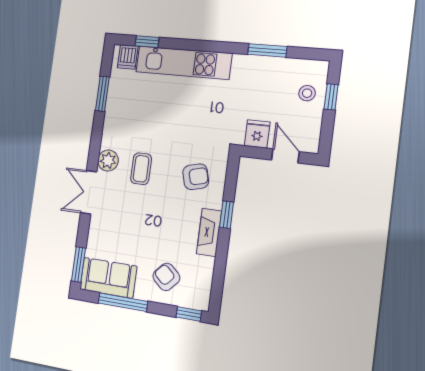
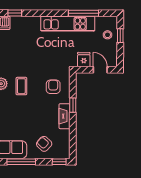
window: (267, 51) -> (84, 13), width x1.44
kitchen unit: (183, 63) -> (68, 24), moved
armchair: (196, 177) -> (53, 87), turned -75

